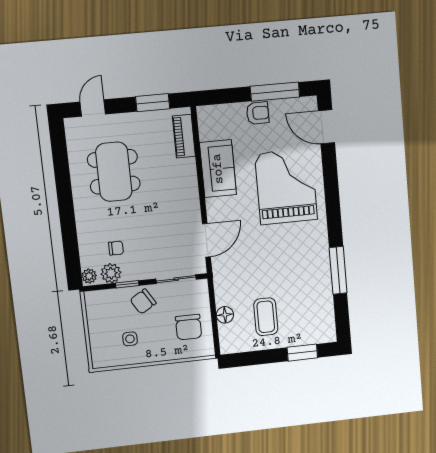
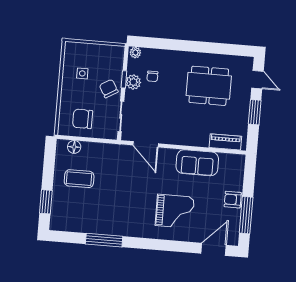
window: (153, 103) -> (255, 112), moved
armchair: (258, 113) -> (233, 200), turned 90
grand piano: (286, 187) -> (175, 211), width x0.73, depth x0.68
plant: (111, 273) -> (133, 82), moved
floor lamp: (225, 315) -> (74, 147), moved

